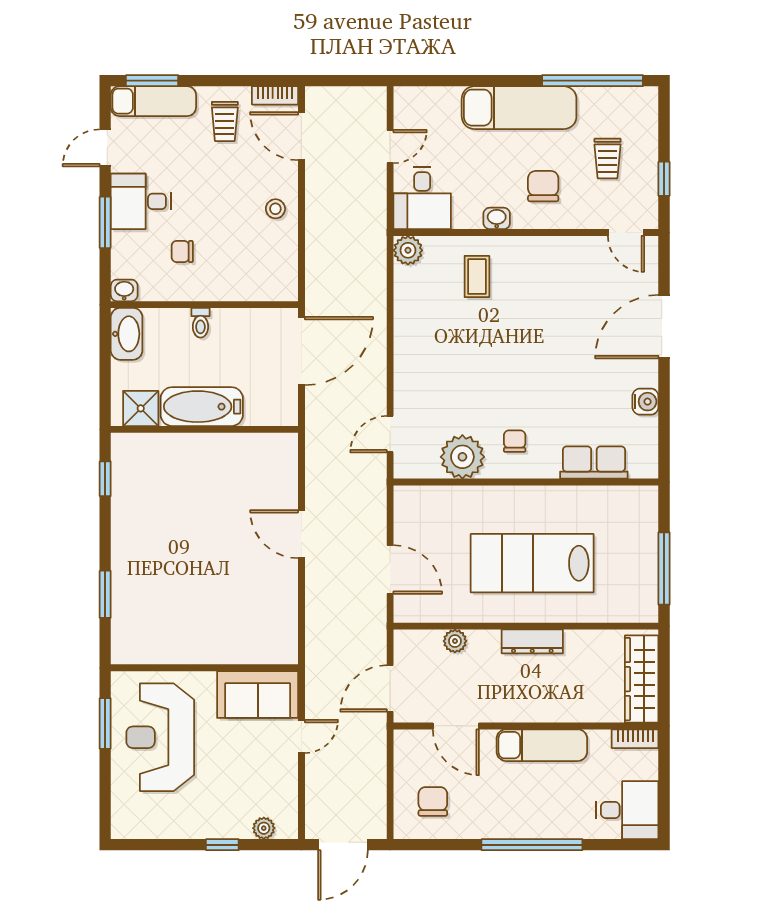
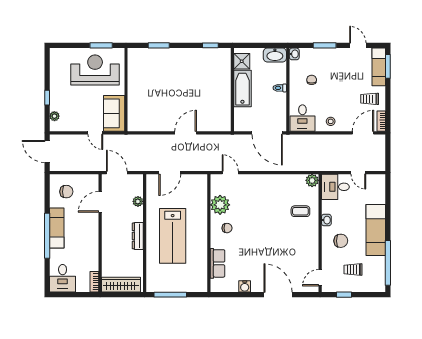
desk: (141, 201) -> (302, 118), moved, turned 180
lab bench: (532, 563) -> (173, 236), turned 180
exam couch: (542, 745) -> (57, 228), moved, turned 180

